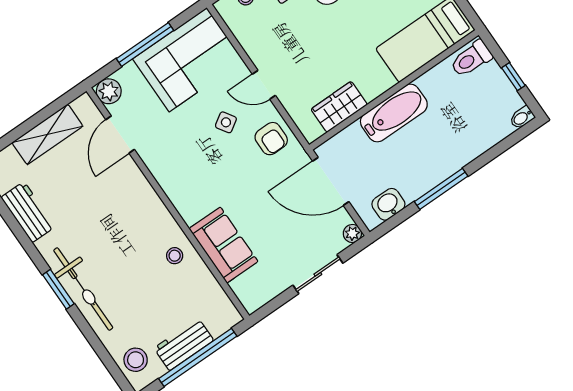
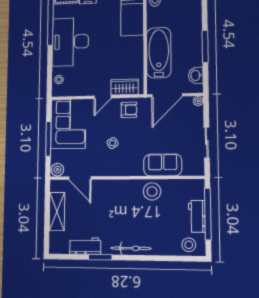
wardrobe: (339, 107) -> (125, 87), moved, turned 90
bathtub: (394, 113) -> (159, 53), width x1.36, depth x1.36
side table: (226, 122) -> (112, 143), moved
stool: (175, 256) -> (152, 191), width x1.89, depth x1.89
sliding door: (318, 274) -> (207, 143), moved
window: (58, 289) -> (100, 257), moved
bicycle: (83, 289) -> (131, 248), width x0.73, depth x0.71

